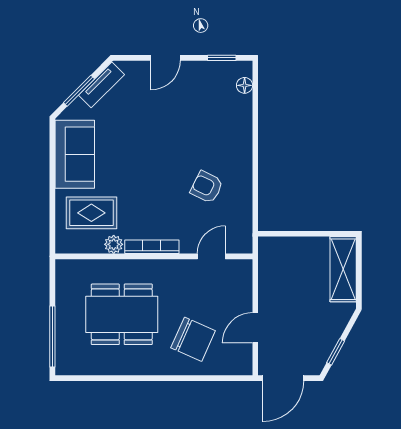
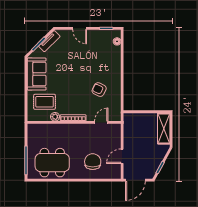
door: (165, 58) -> (80, 28), hinge flipped
dining table: (122, 314) -> (52, 163), moved
chair: (193, 339) -> (93, 162), turned -114

